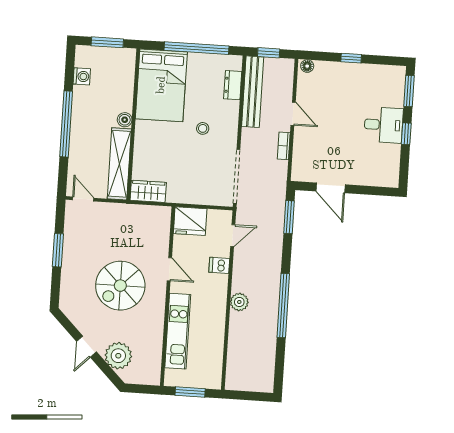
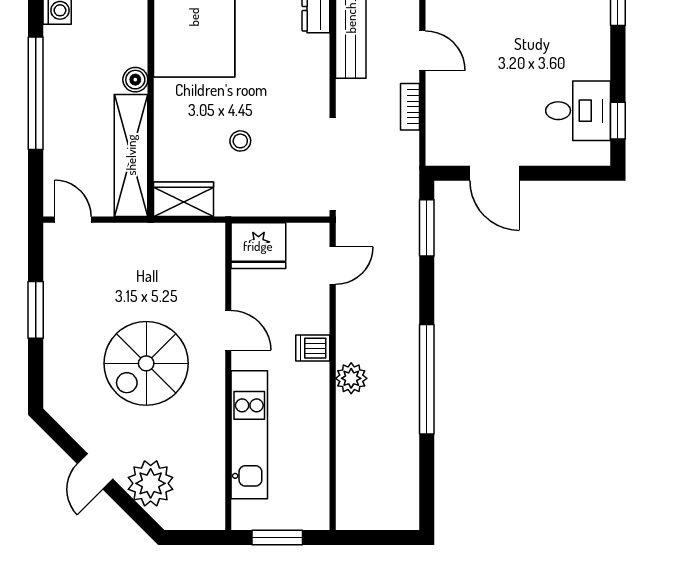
desk: (384, 125) -> (578, 111), moved
stool: (203, 128) -> (240, 141), moved
window: (406, 134) -> (618, 121), moved
dishwasher: (219, 265) -> (313, 348), moved

